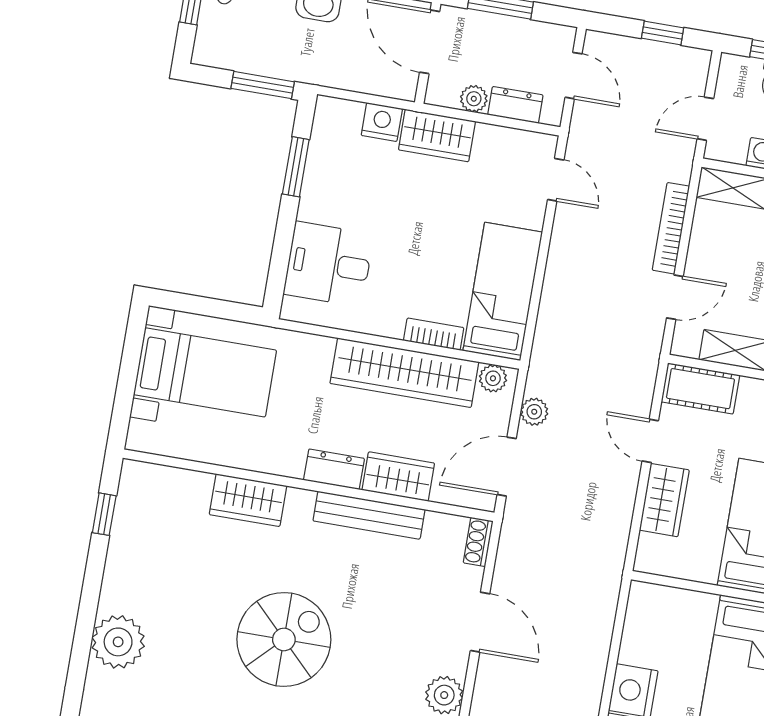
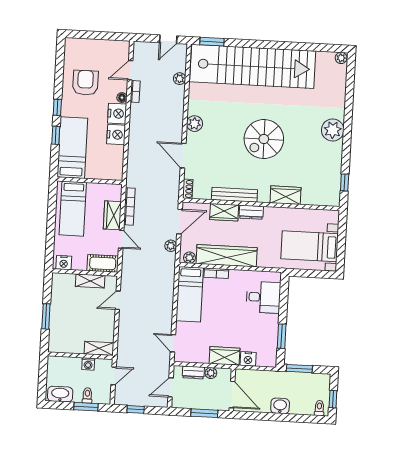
door: (573, 76) -> (171, 387), hinge flipped
bookcase: (671, 228) -> (129, 206), moved

